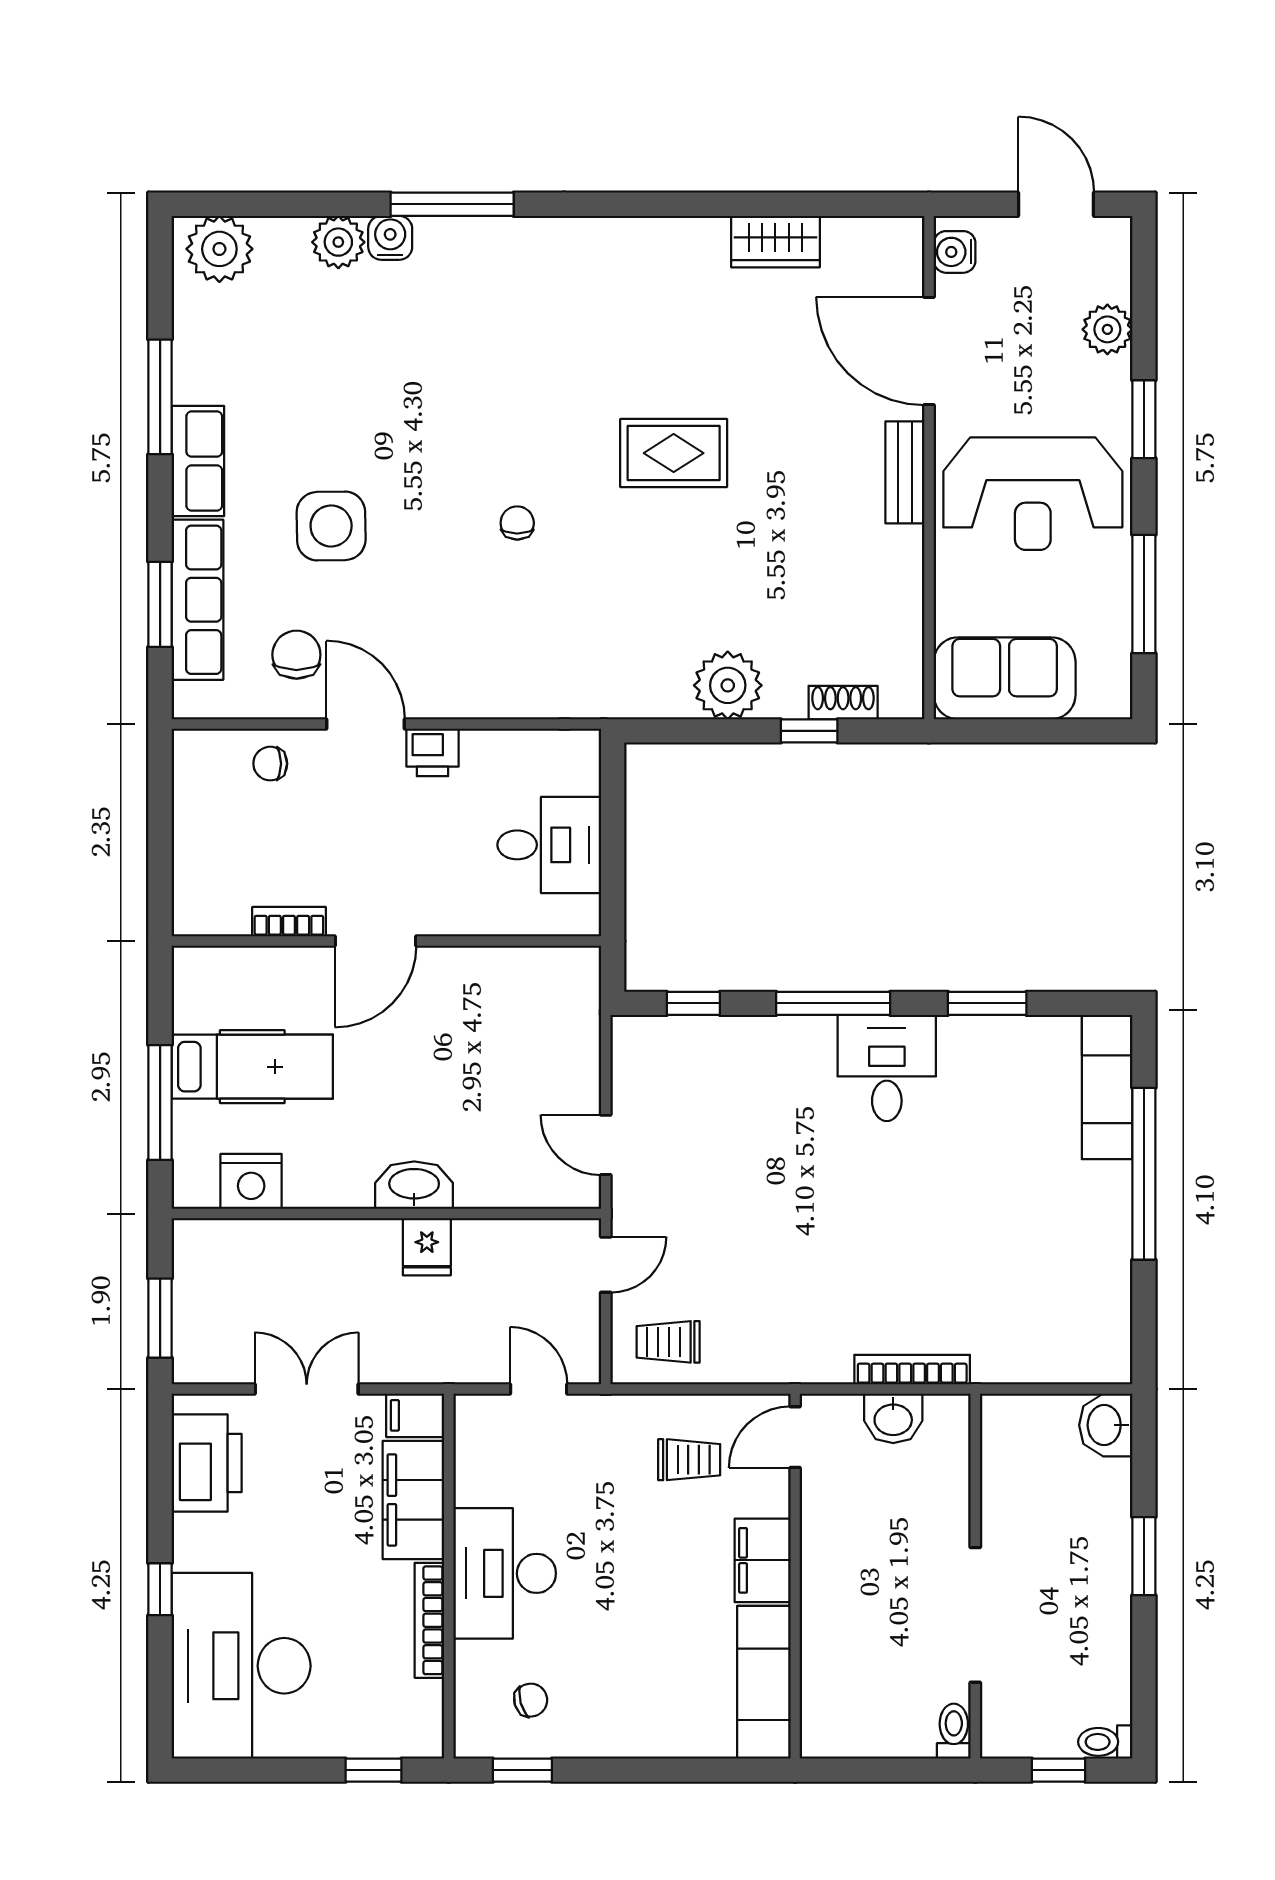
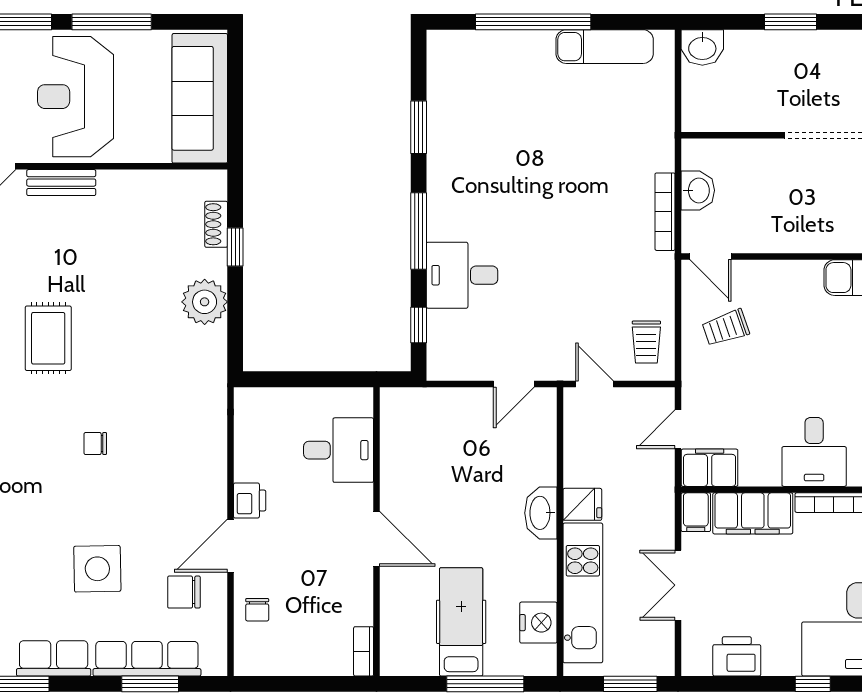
reception desk: (1033, 494) -> (76, 97), turned 180
window: (1144, 594) -> (112, 22), moved
sofa: (1005, 678) -> (200, 98), width x1.36
desk: (549, 845) -> (339, 450), moved, turned 90
bookcase: (289, 922) -> (364, 651), moved
desk: (887, 1068) -> (462, 275), moved
exam couch: (1107, 1087) -> (605, 47), moved
kitchen unit: (295, 1247) -> (583, 593), added
bookcase: (912, 1370) -> (665, 212), moved
trolley: (689, 1460) -> (726, 328), turned -109
printer: (207, 1463) -> (737, 656), width x0.73, depth x0.84
filing cabinet: (763, 1560) -> (710, 468), moved, turned 180
desk: (505, 1573) -> (814, 452), width x0.73

